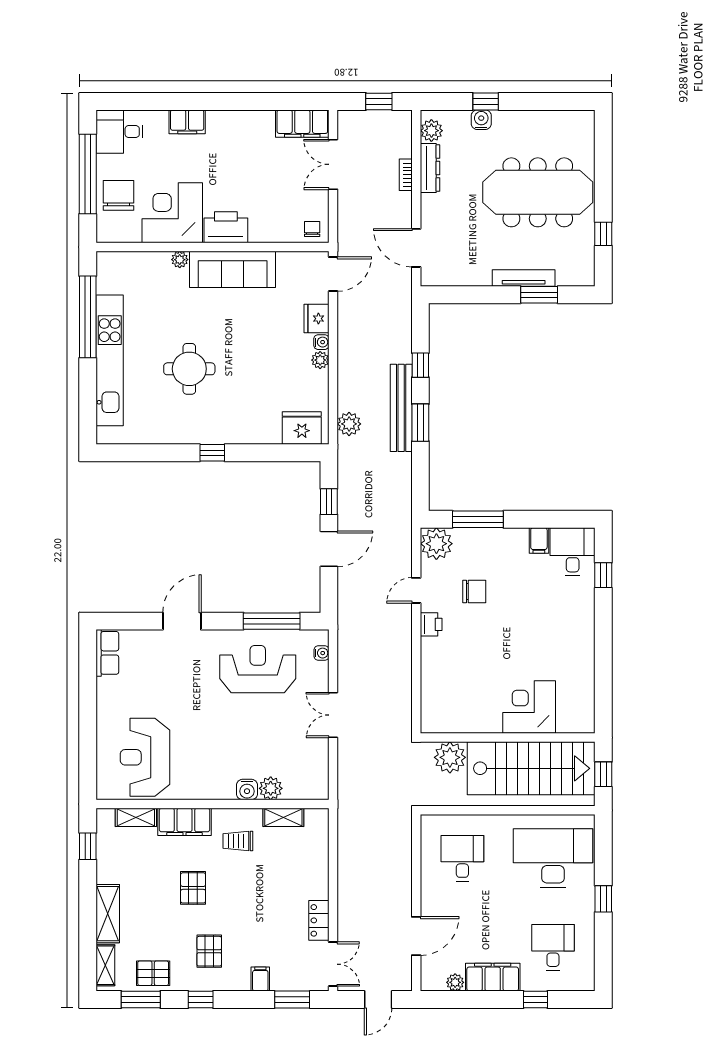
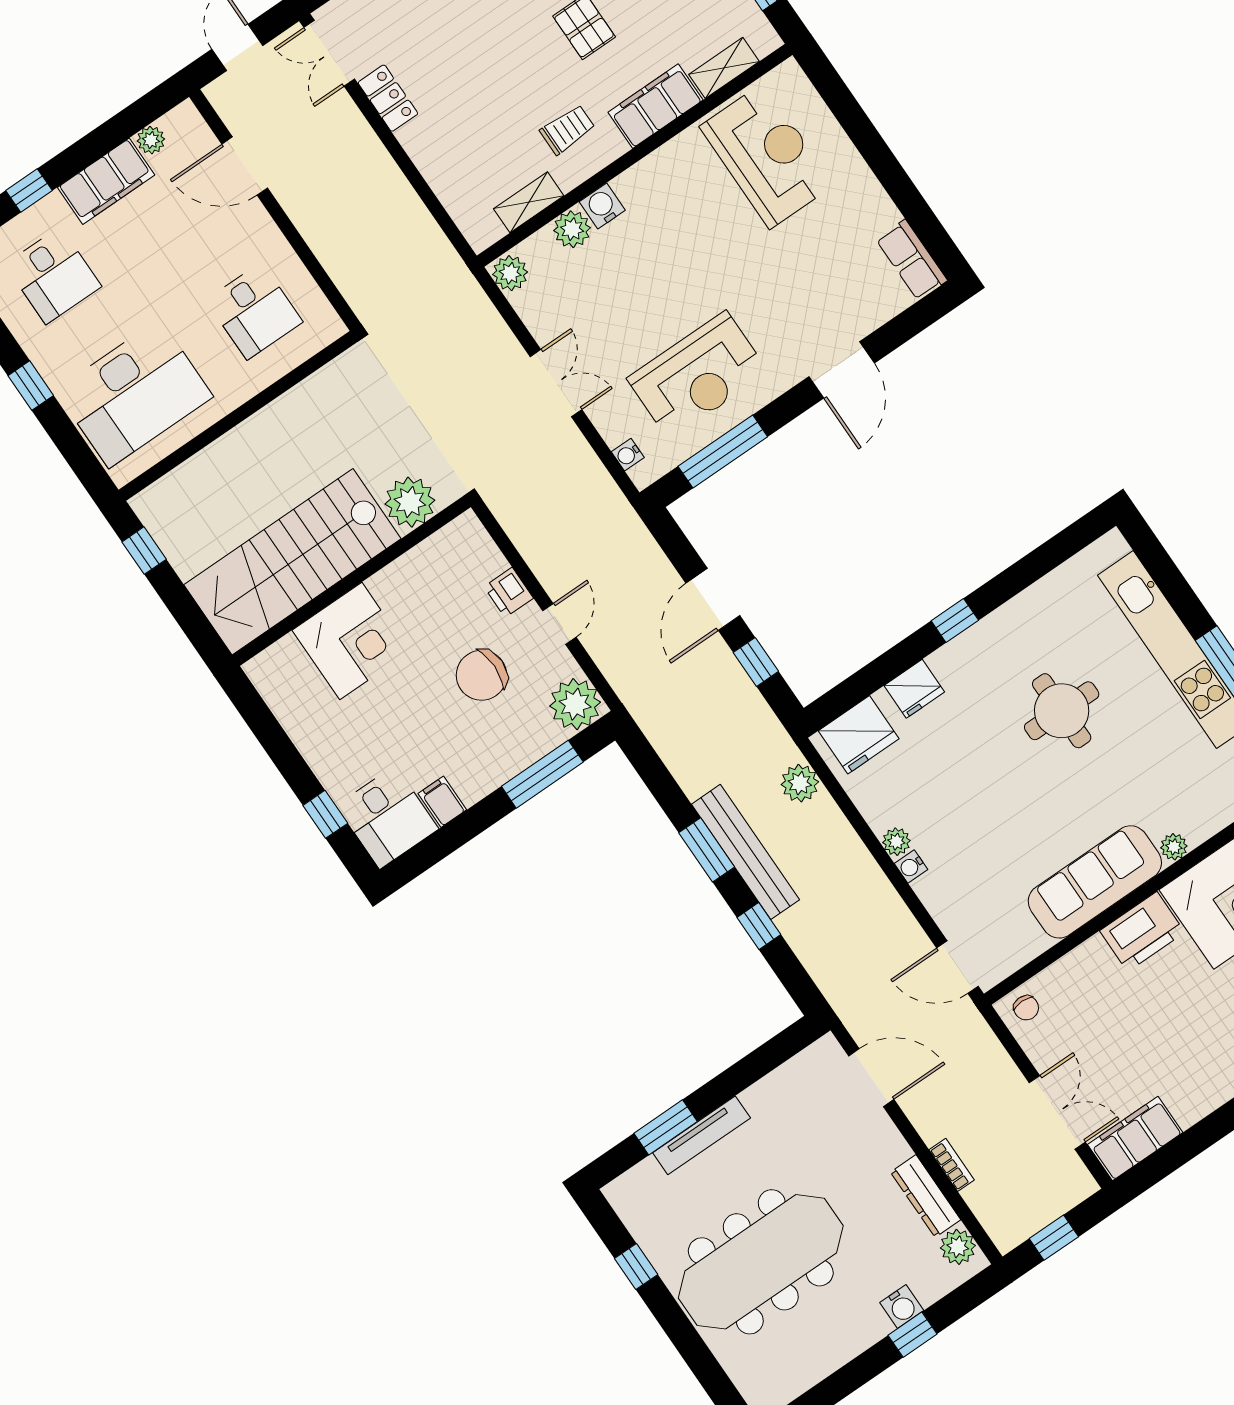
door: (333, 274) -> (957, 967), hinge flipped
fridge: (317, 319) -> (914, 689), moved, turned 90
chair: (474, 591) -> (482, 675), width x1.37, depth x1.37
corner desk: (529, 707) -> (351, 641), moved
wall: (508, 738) -> (352, 581), moved
plant: (450, 757) -> (410, 502), moved
stairs: (531, 768) -> (292, 562), moved
plant: (318, 788) -> (510, 273), added
door: (416, 936) -> (245, 166), hinge flipped

